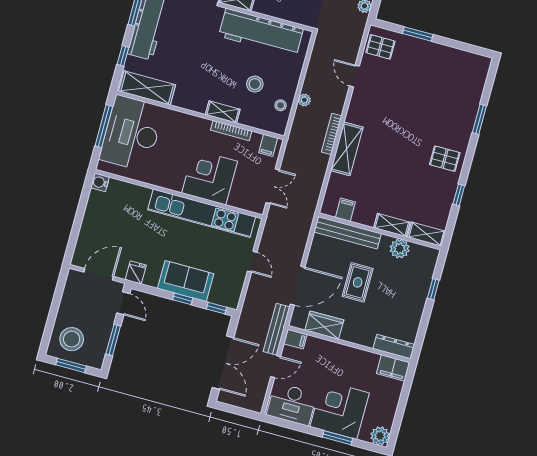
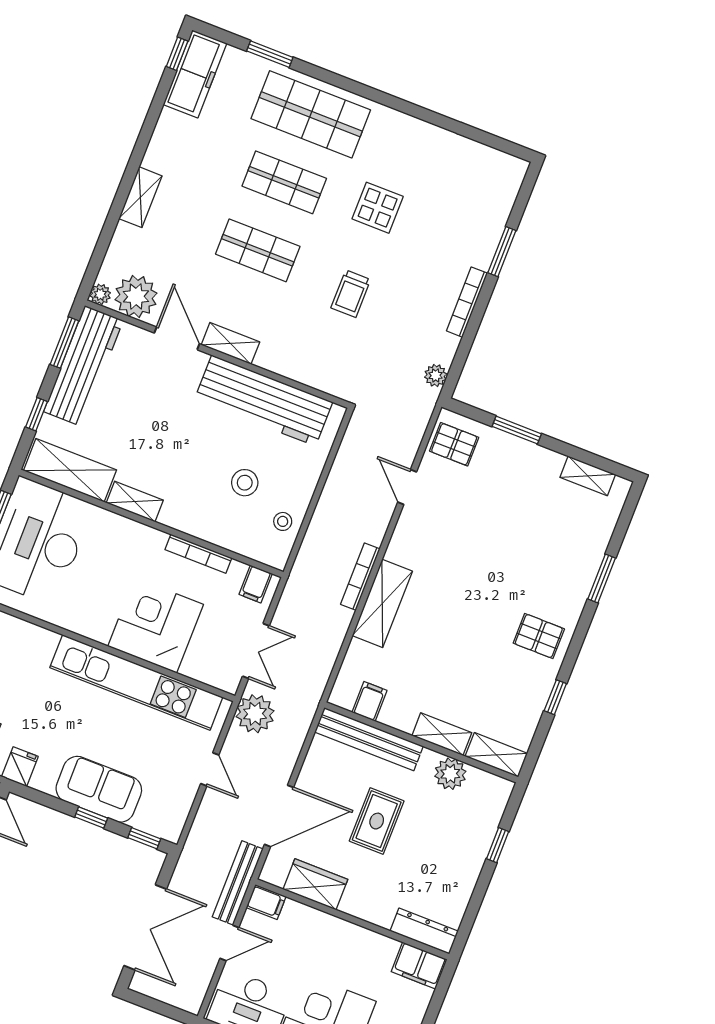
shelving: (464, 57) -> (588, 476), added
plant: (304, 100) -> (255, 714), moved, width x1.88, depth x1.88
shelving: (223, 112) -> (135, 502), moved

